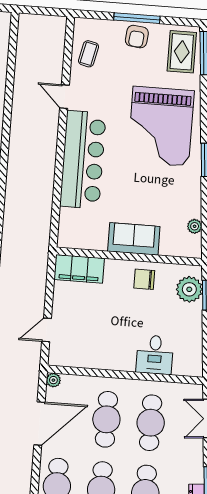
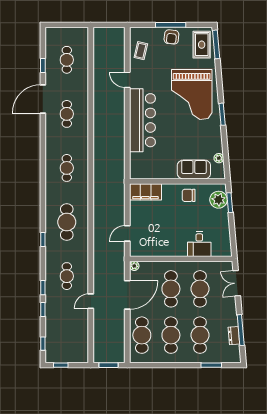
sofa: (134, 239) -> (194, 169), moved

